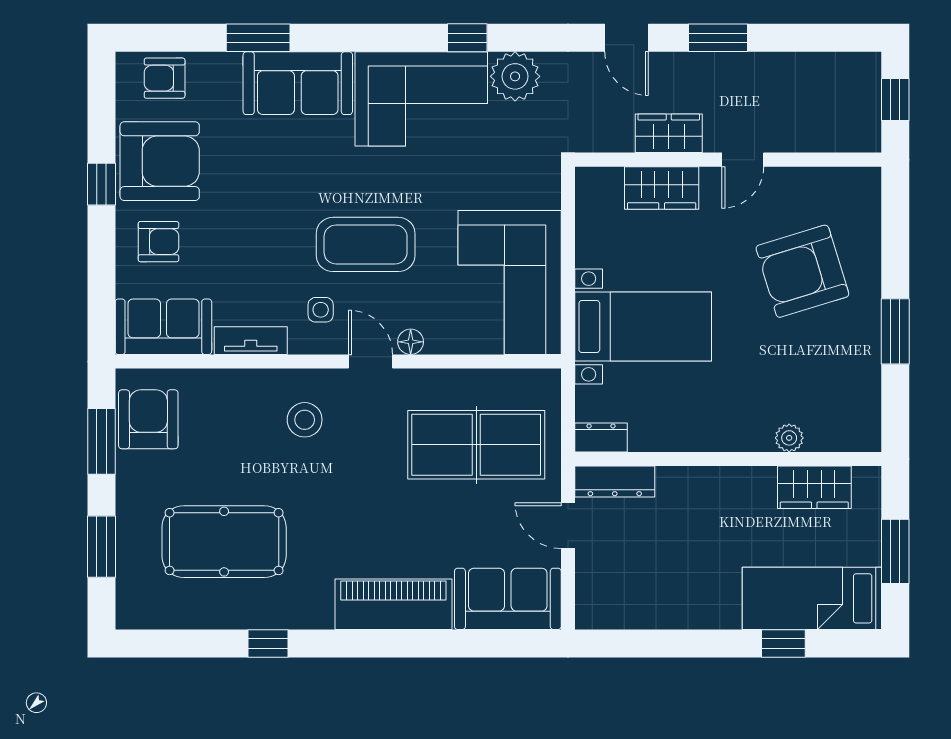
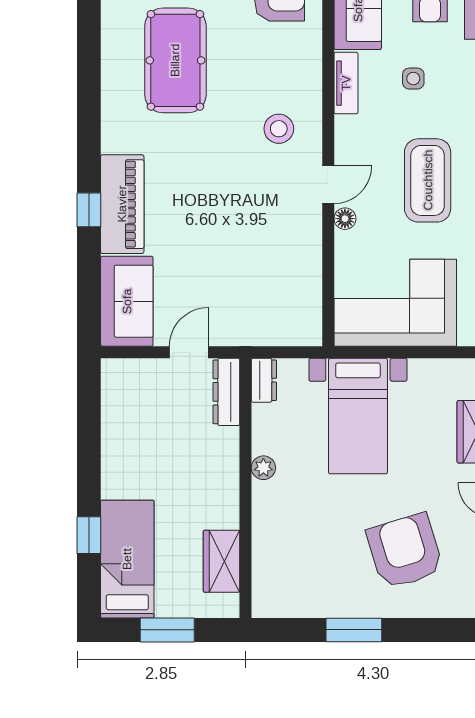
side table: (321, 310) -> (413, 79), moved
plant: (789, 438) -> (263, 468), moved
table tennis table: (476, 445) -> (258, 274), removed
window: (268, 644) -> (89, 210), moved

